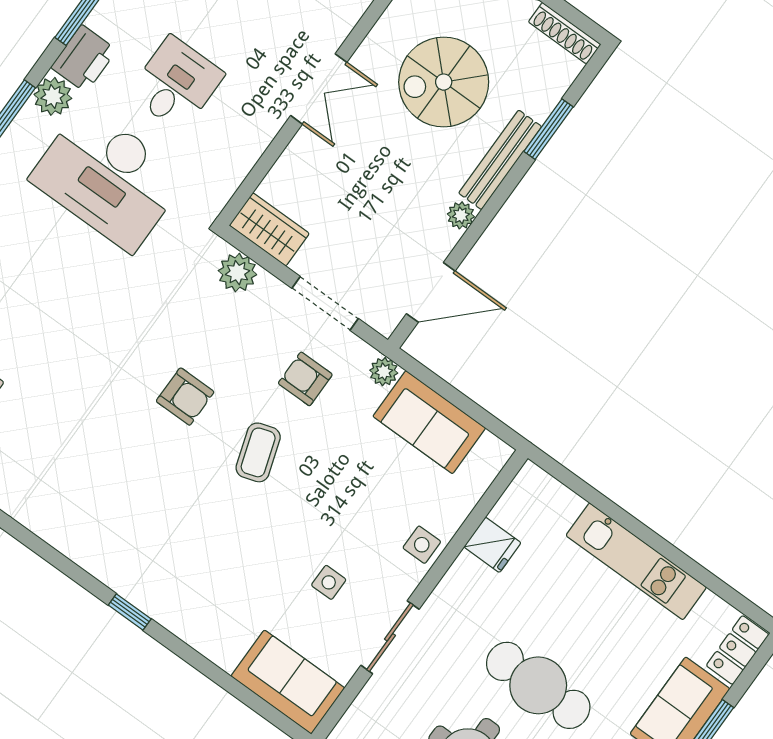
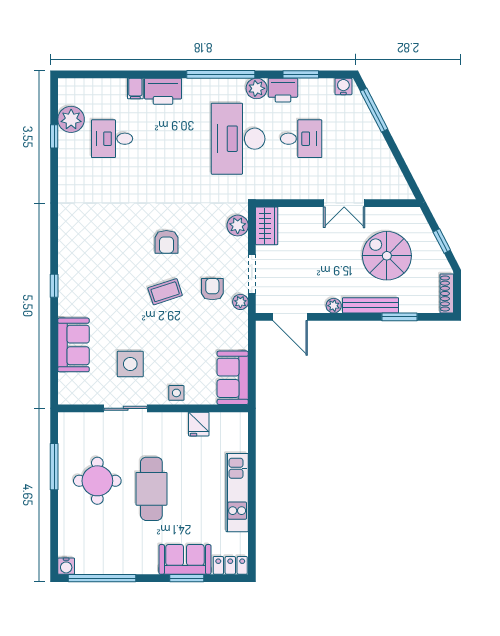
plant: (384, 372) -> (240, 302), moved
sofa: (429, 422) -> (233, 378), moved
side table: (329, 582) -> (130, 364), width x1.87, depth x1.87
sofa: (288, 682) -> (73, 345), moved

